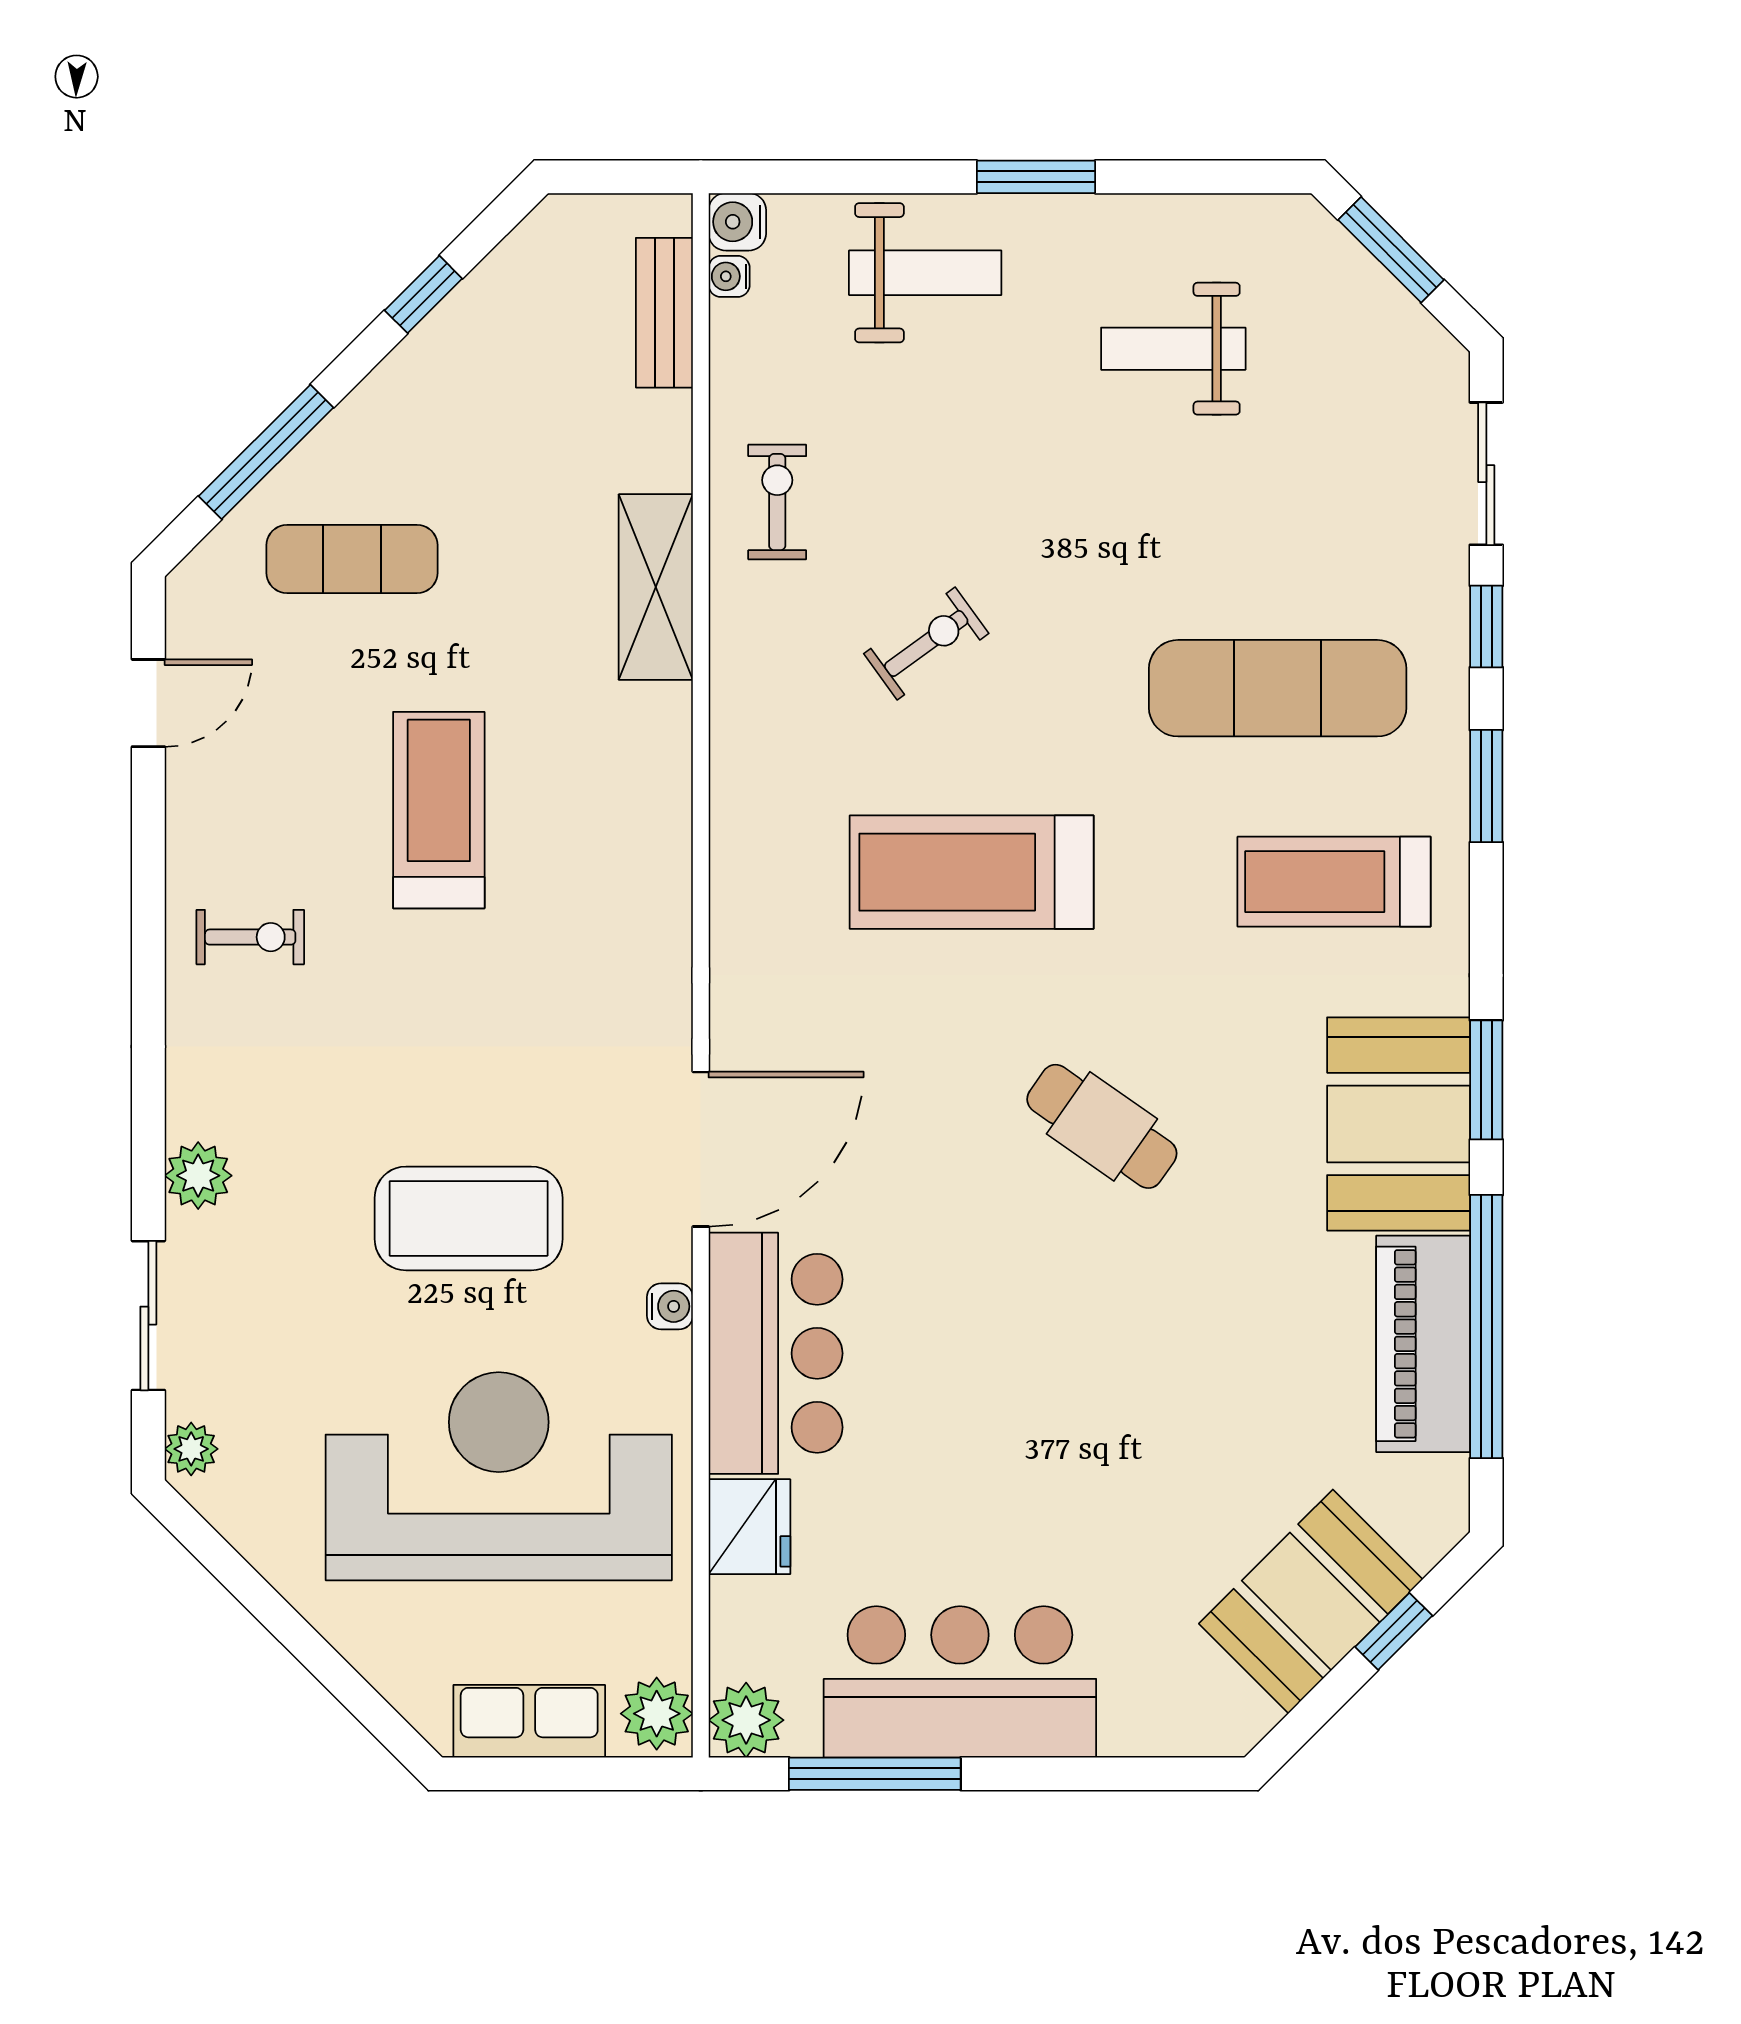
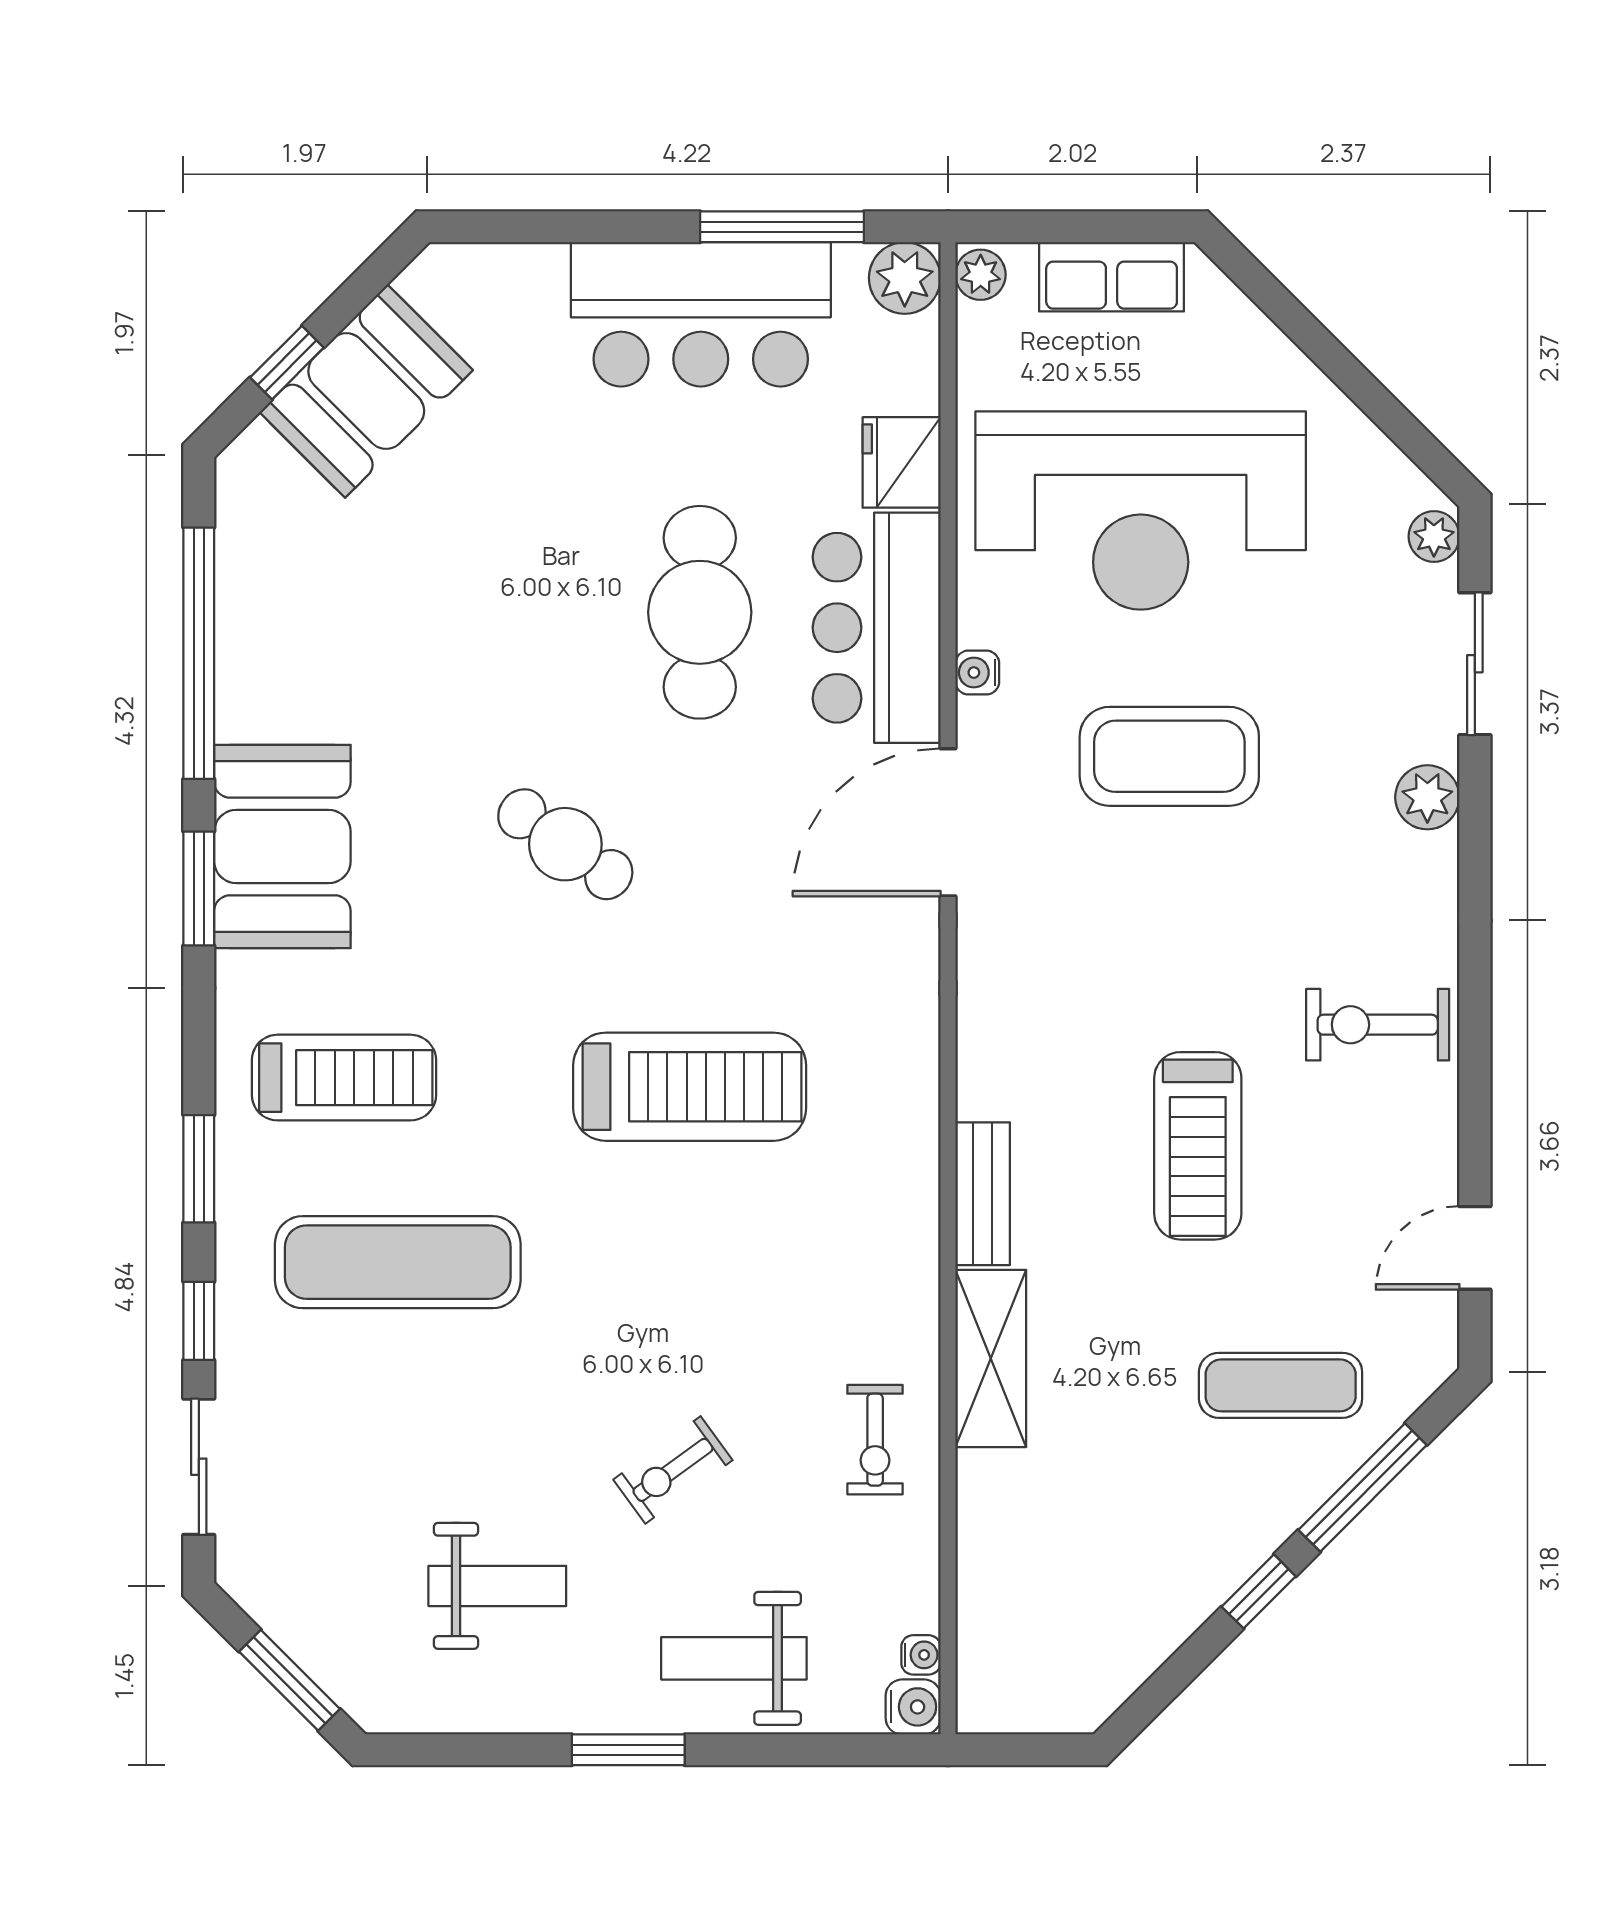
window: (423, 294) -> (1259, 1591), moved
bench: (664, 313) -> (983, 1194), moved
exercise bike: (926, 644) -> (673, 1470), moved
exercise bike: (250, 937) -> (1378, 1025), width x1.38, depth x1.39
piano: (1423, 1344) -> (259, 637), removed
cafe table: (961, 1369) -> (700, 612), added
plant: (657, 1714) -> (981, 275), width x0.73, depth x0.73

